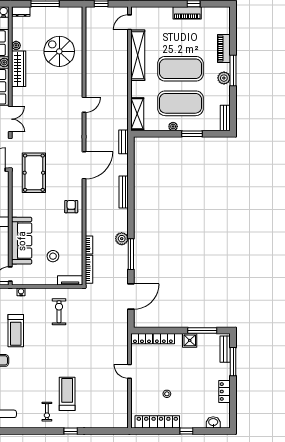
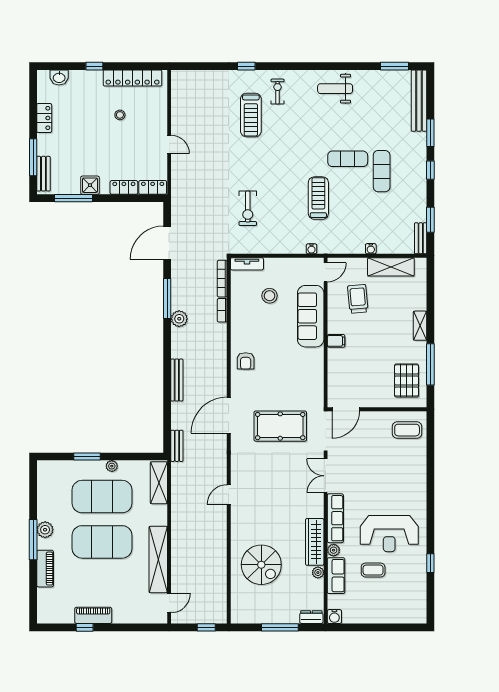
bench: (225, 118) -> (43, 477), removed
pool table: (34, 173) -> (280, 426), moved, turned 90
exercise bike: (59, 312) -> (248, 208), moved

